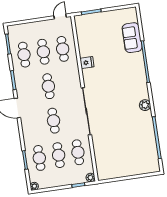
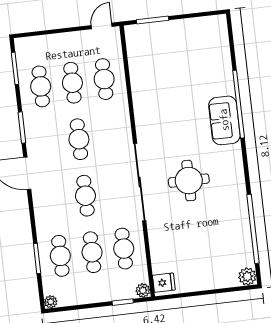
sofa: (132, 38) -> (224, 120), moved
fridge: (87, 63) -> (164, 283), moved
plant: (145, 105) -> (247, 276), moved
round table: (116, 109) -> (189, 181), added

